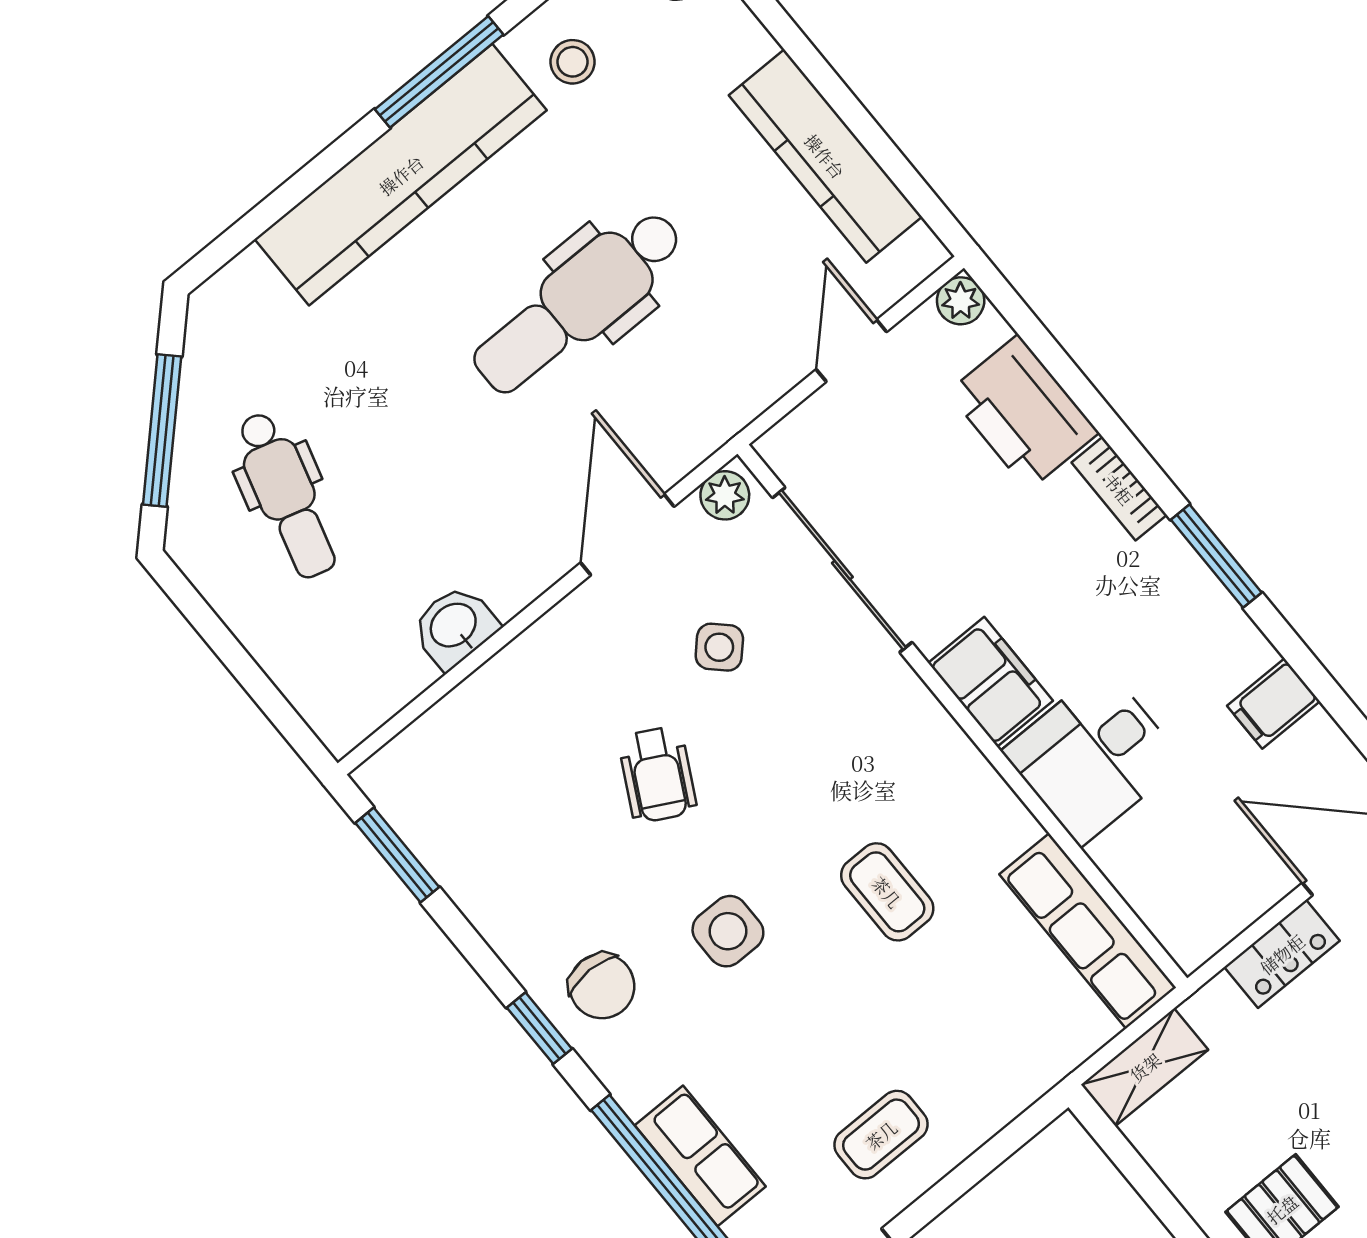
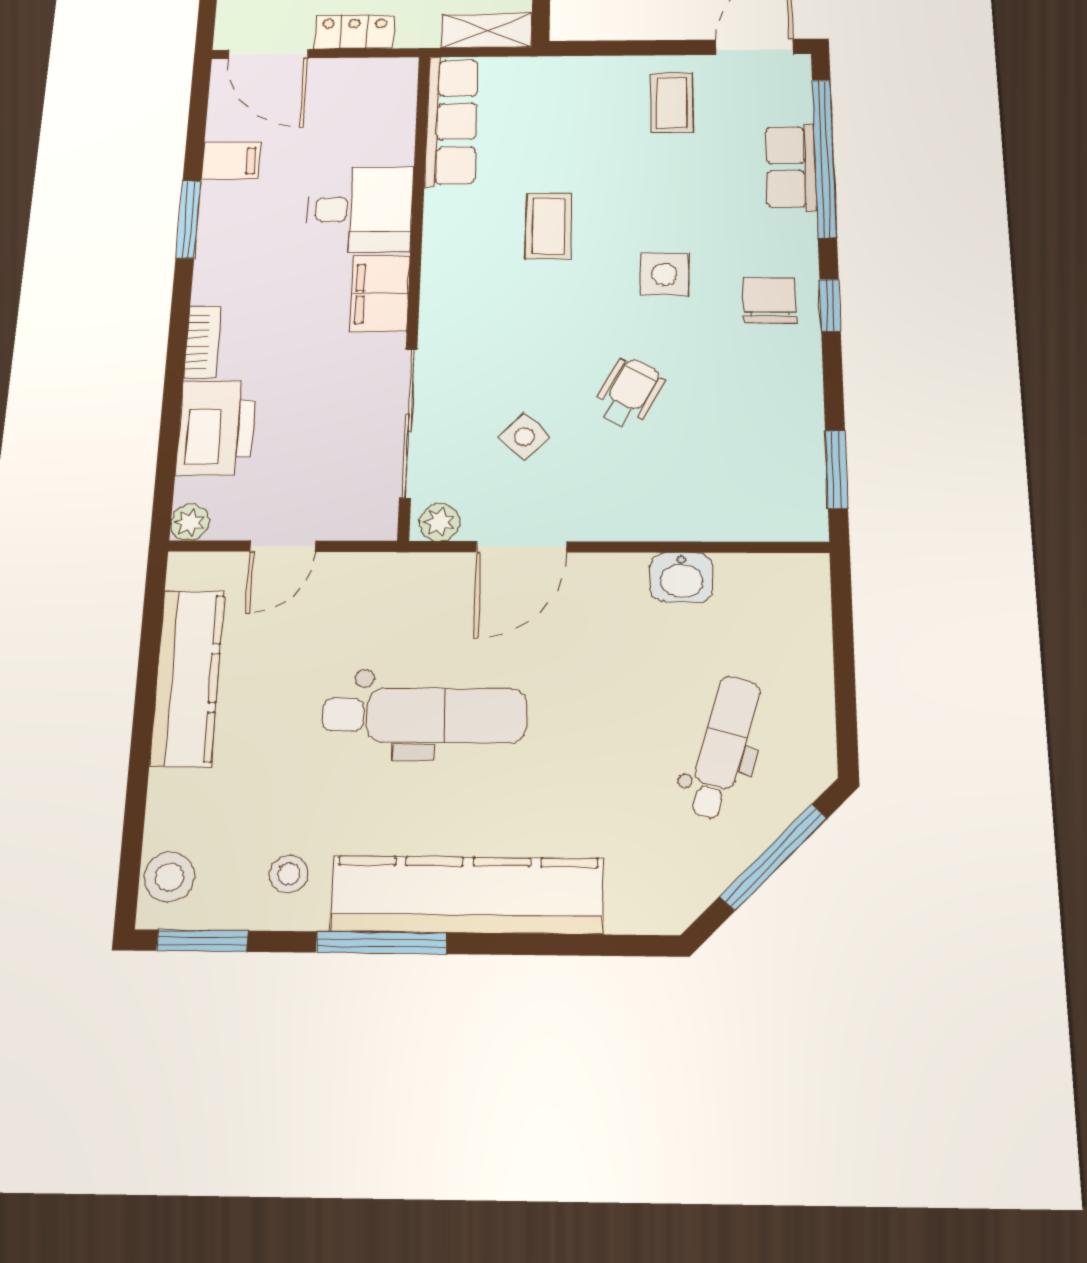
window: (1216, 556) -> (188, 219), moved
coffee table: (881, 1135) -> (672, 103), turned 90

